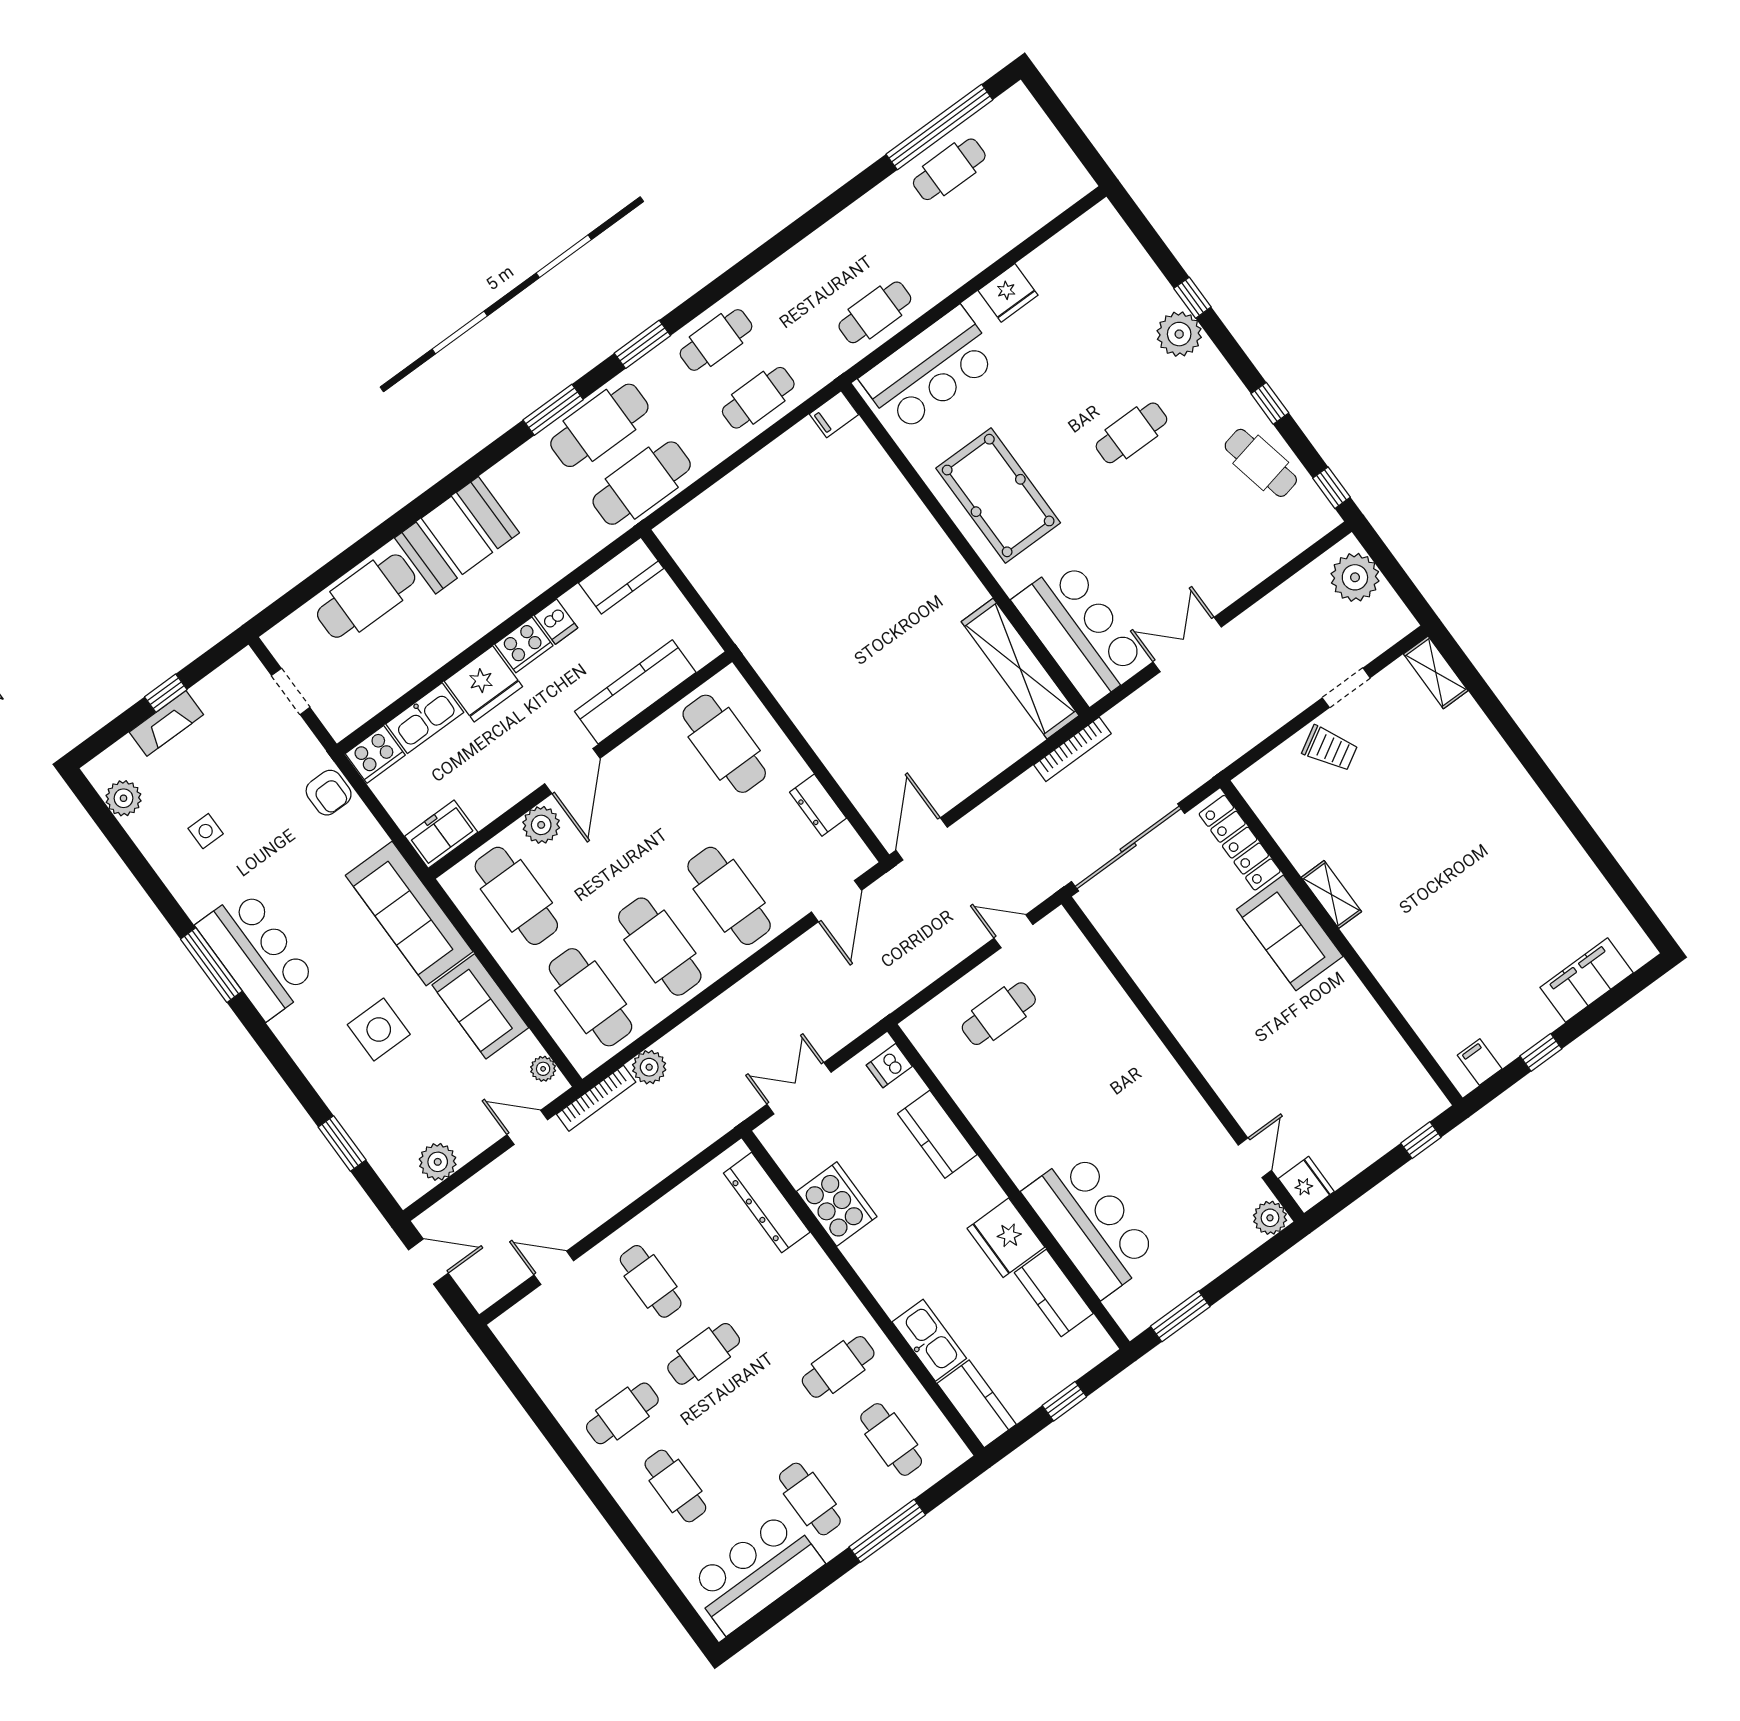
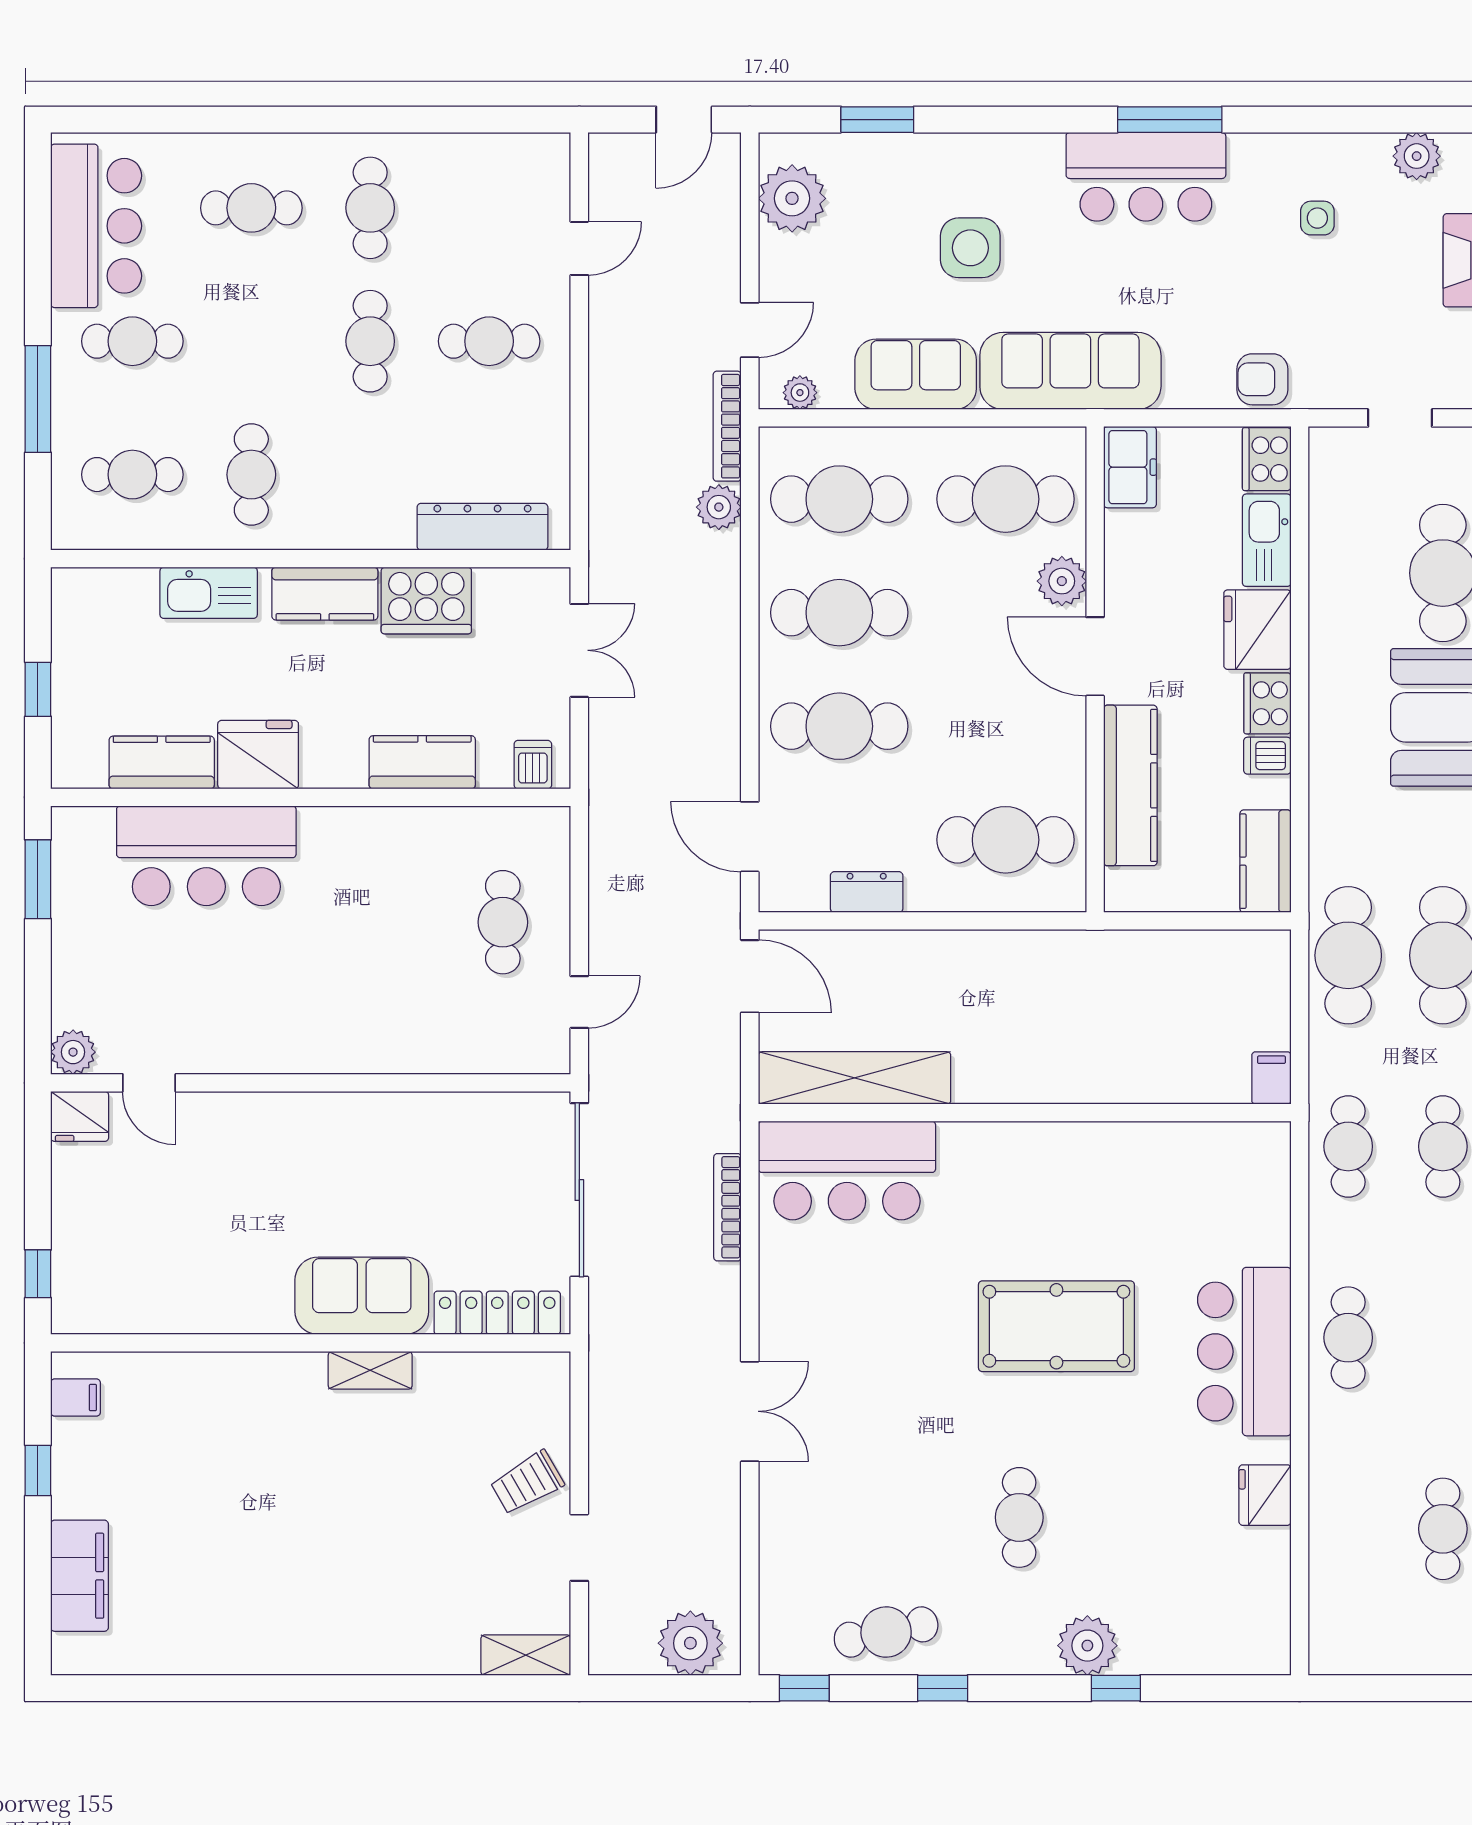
filing cabinet: (834, 414) -> (1271, 1078), moved
wall: (965, 549) -> (1025, 1113), moved
bar counter: (1080, 632) -> (847, 1171), moved
shelving: (1020, 669) -> (855, 1078), moved
plant: (438, 1162) -> (792, 198), width x1.36, depth x1.36
kitchen counter: (977, 1404) -> (325, 594), moved

